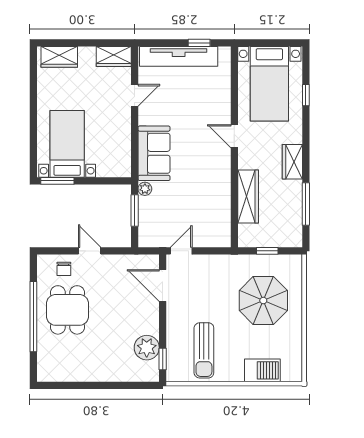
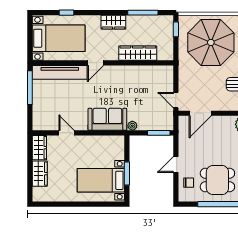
window: (199, 43) -> (30, 88), width x2.17
tv unit: (179, 56) -> (60, 72), moved, turned 90
wardrobe: (59, 57) -> (40, 174), moved
window: (57, 181) -> (127, 174), moved
window: (135, 210) -> (159, 133), moved
window: (267, 251) -> (176, 29), moved
parasol: (263, 301) -> (211, 42), width x1.36, depth x1.36

